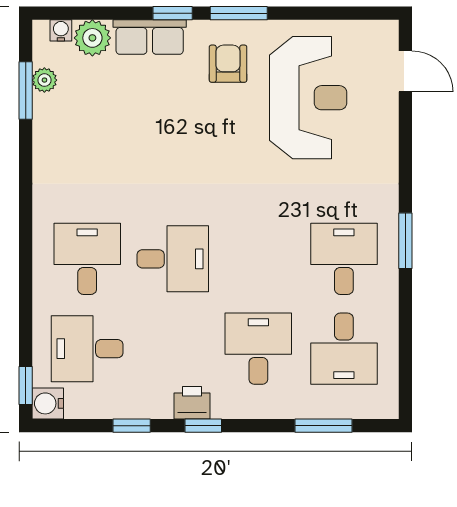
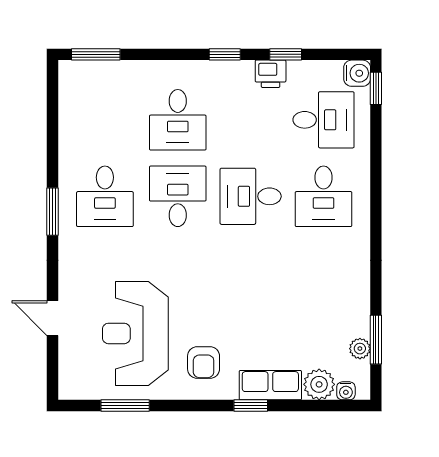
window: (239, 13) -> (125, 405), moved
door: (405, 71) -> (52, 318), moved
desk: (344, 349) -> (178, 196), moved
printer: (192, 403) -> (271, 74), moved
window: (324, 426) -> (96, 54), moved

